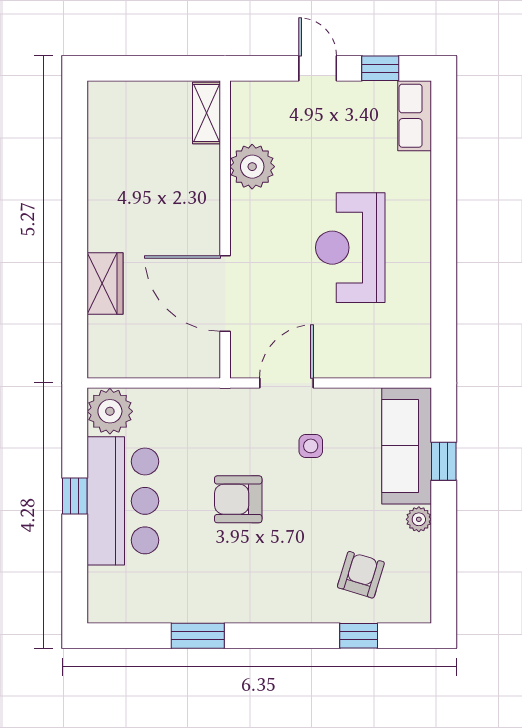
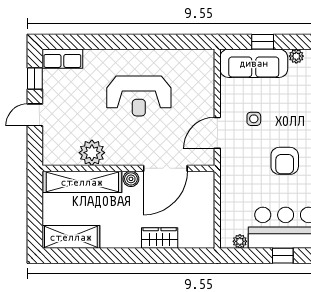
shelving: (207, 113) -> (82, 182), width x2.20, depth x1.33
shelving: (107, 130) -> (71, 237), added
boiler: (207, 234) -> (131, 179), added
door: (286, 383) -> (217, 133), hinge flipped
plant: (110, 411) -> (240, 241), width x0.53, depth x0.53

